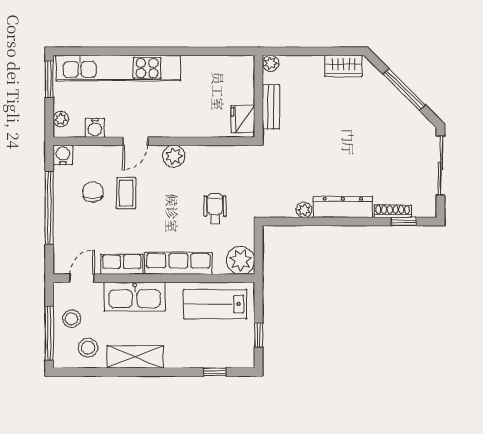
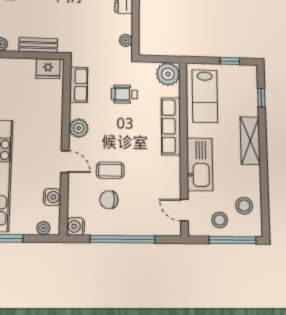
plant: (304, 210) -> (126, 40), moved
row of seats: (122, 264) -> (79, 85), moved, turned 180
shelving: (135, 357) -> (250, 141), moved

